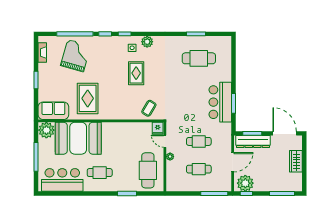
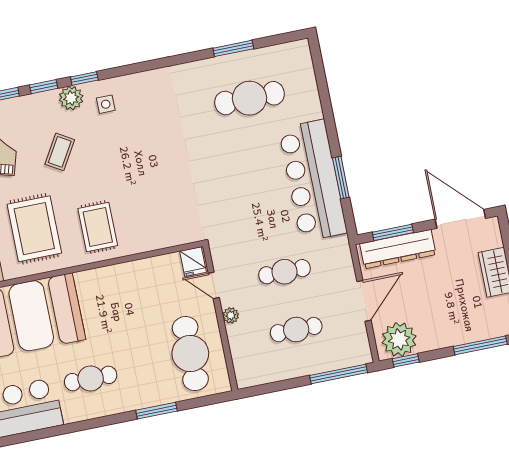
plant: (147, 42) -> (71, 98), moved
rug: (136, 73) -> (98, 227), moved
bar counter: (220, 102) -> (313, 181), width x1.36
coffee table: (149, 108) -> (60, 152), moved

